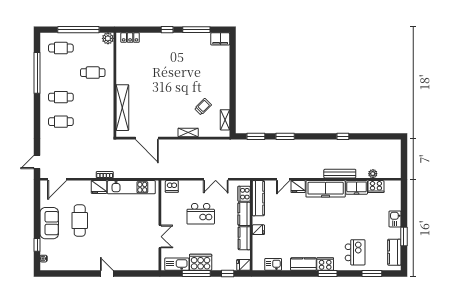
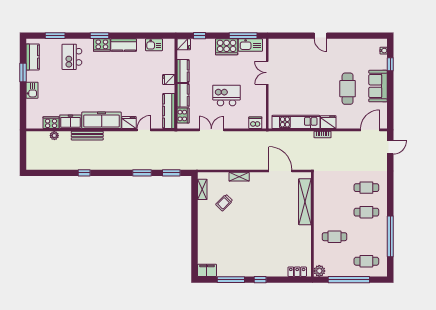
window: (196, 273) -> (243, 36), moved

